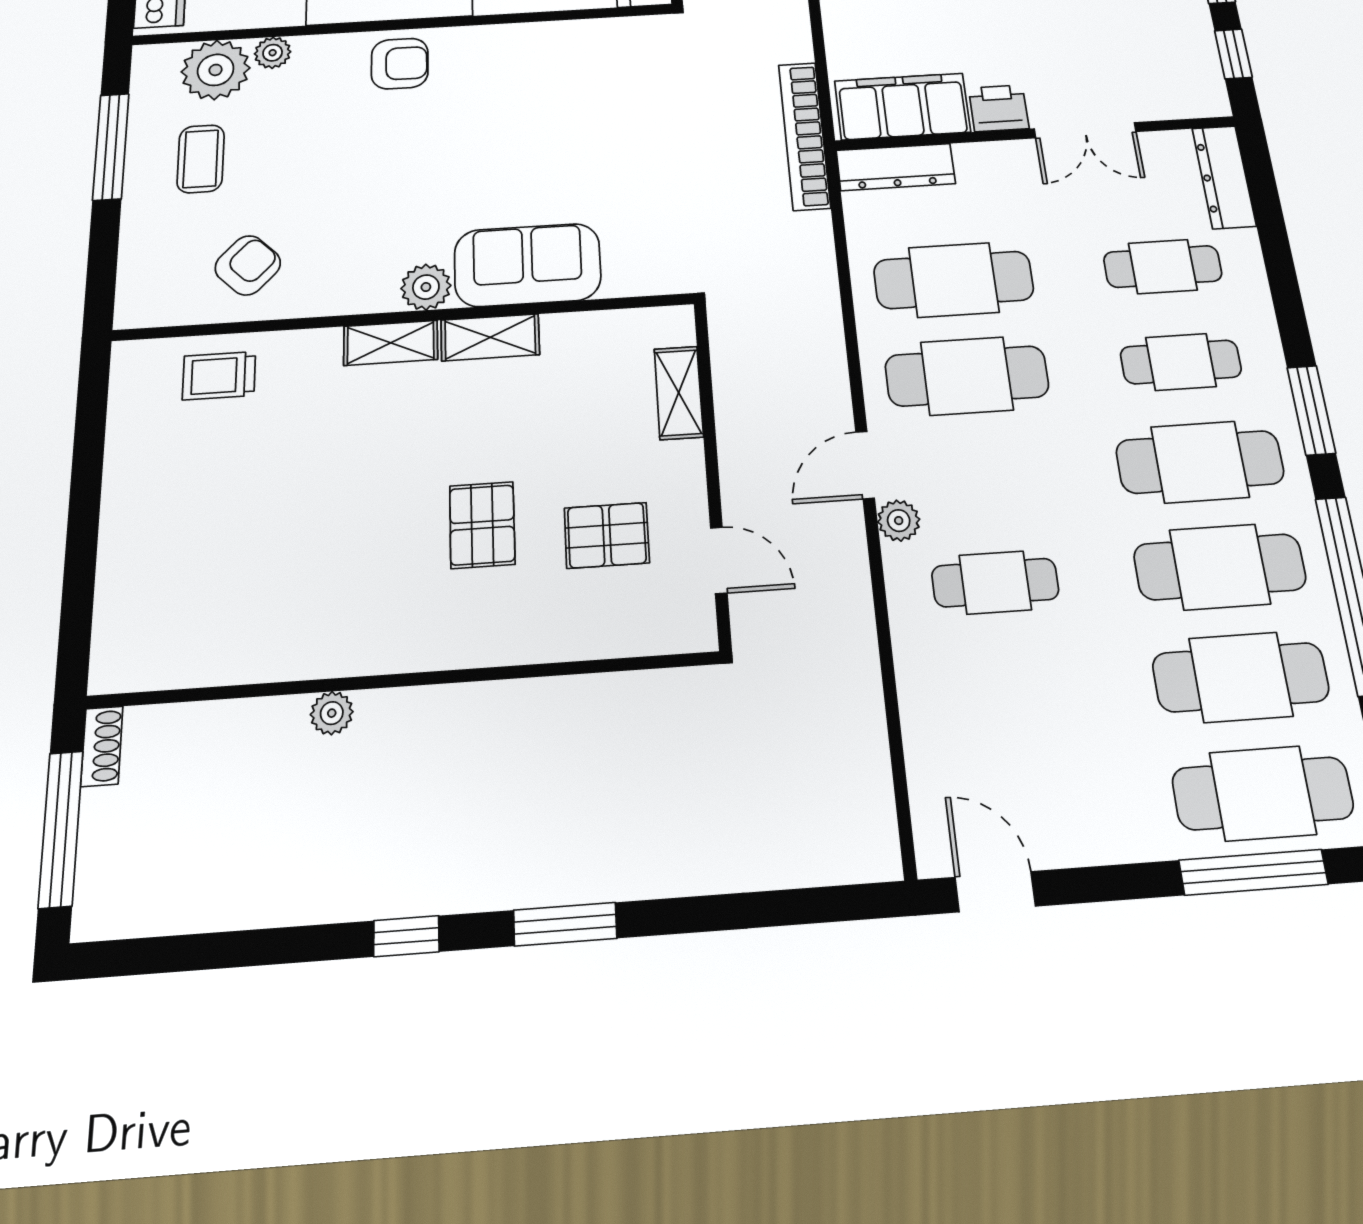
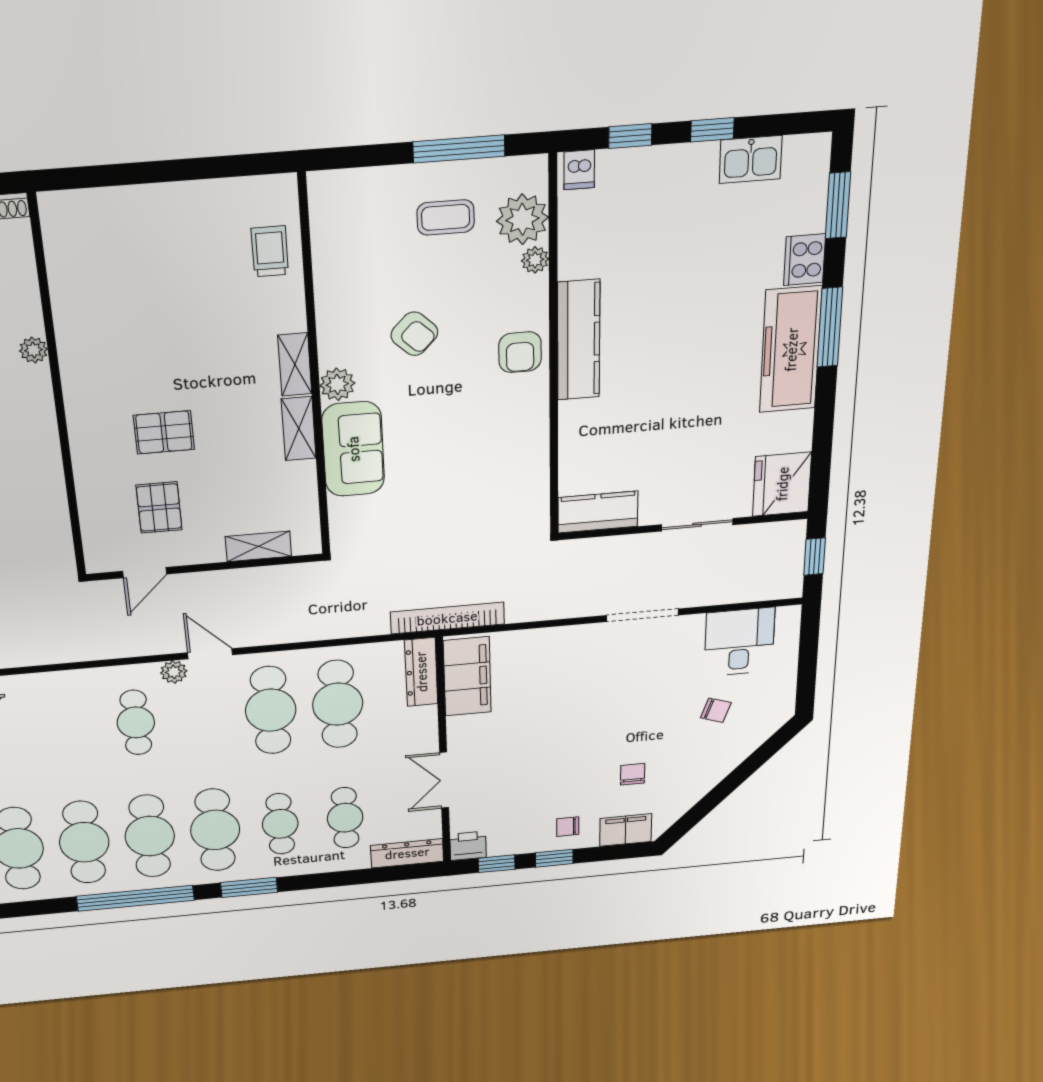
printer: (999, 108) -> (468, 846), moved, turned -90
armchair: (248, 265) -> (414, 334), moved

